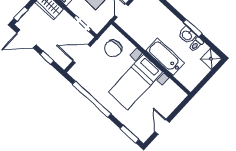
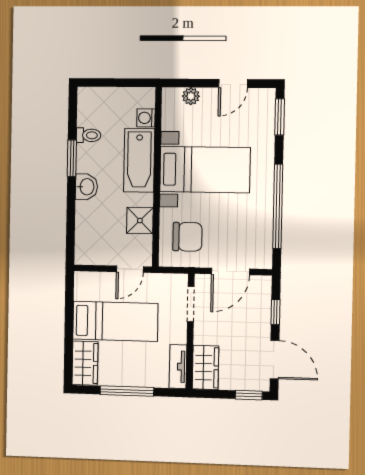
washbasin: (187, 35) -> (86, 187), moved
door: (82, 54) -> (230, 271), hinge flipped
shower: (211, 59) -> (140, 221), moved
washing machine: (181, 76) -> (146, 118), added
plant: (173, 104) -> (191, 96), added

